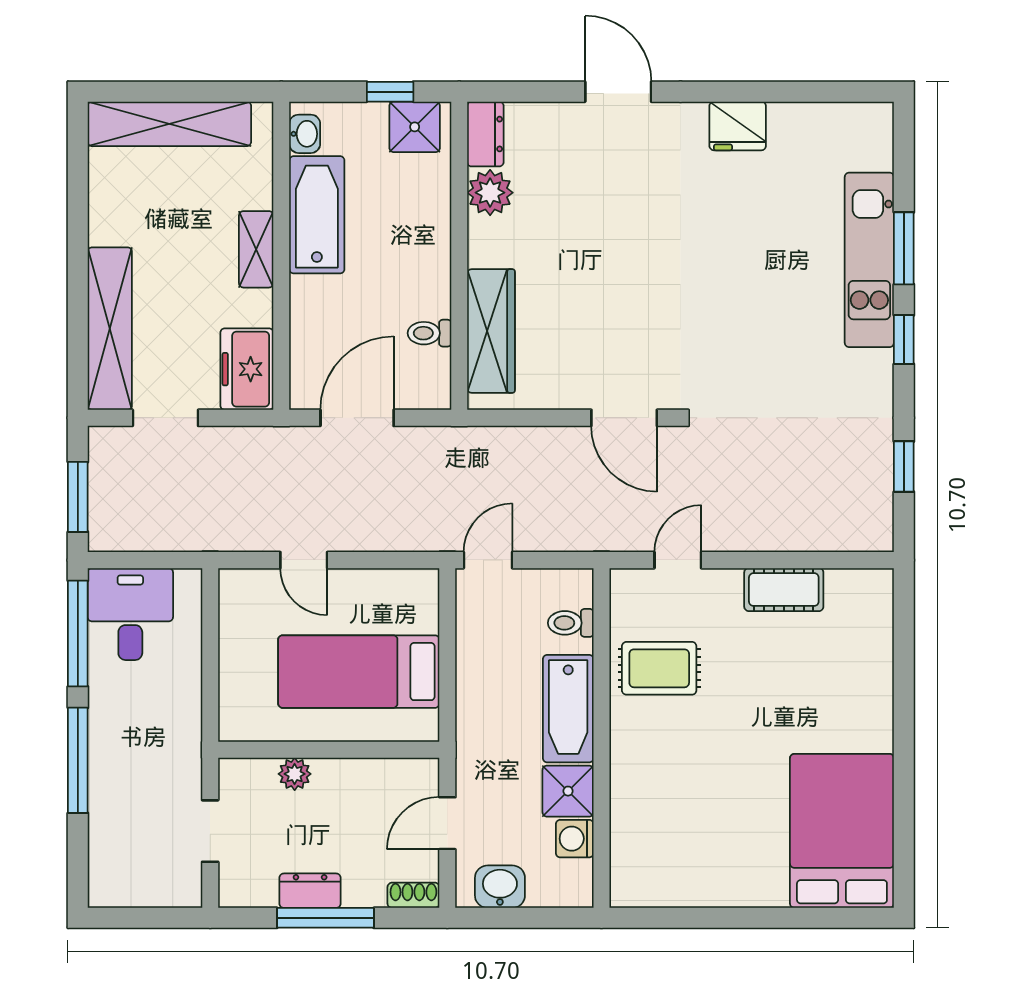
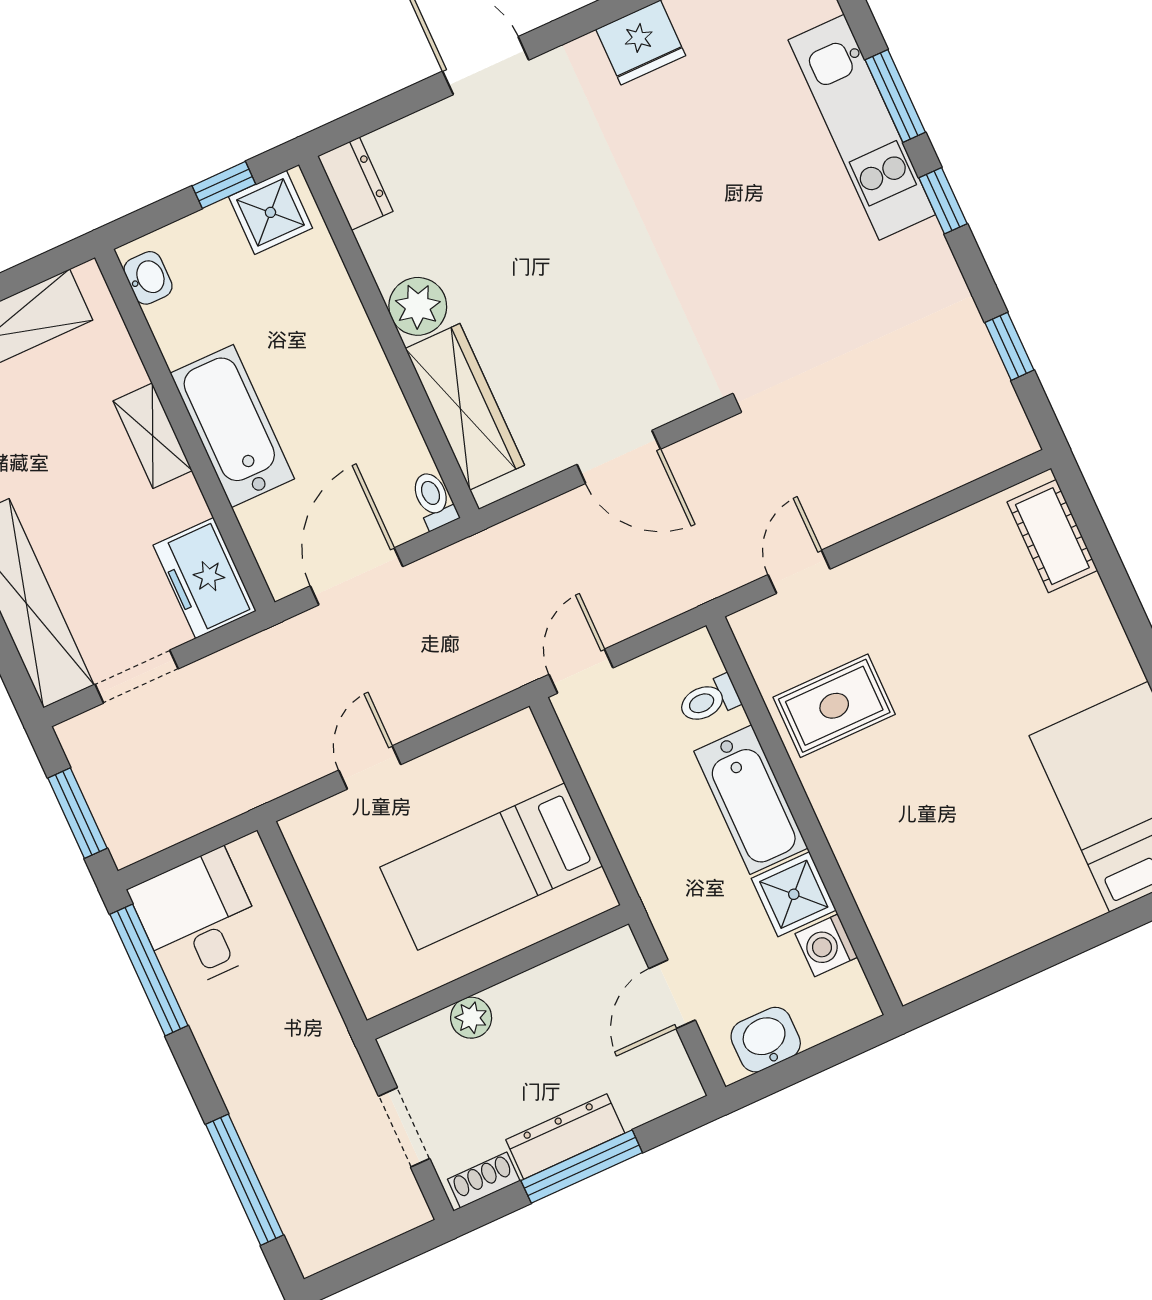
plant: (490, 193) -> (418, 306), moved
bathtub: (317, 215) -> (232, 426), moved
toilet: (429, 333) -> (434, 500), moved, turned 90
door: (624, 418) -> (619, 457), moved
door: (304, 560) -> (370, 767), swing flipped
cot: (784, 590) -> (1052, 536), moved, turned 90
window: (78, 760) -> (244, 1180), moved
dresser: (310, 891) -> (565, 1136), width x1.44
shoe rack: (413, 895) -> (484, 1180), moved

